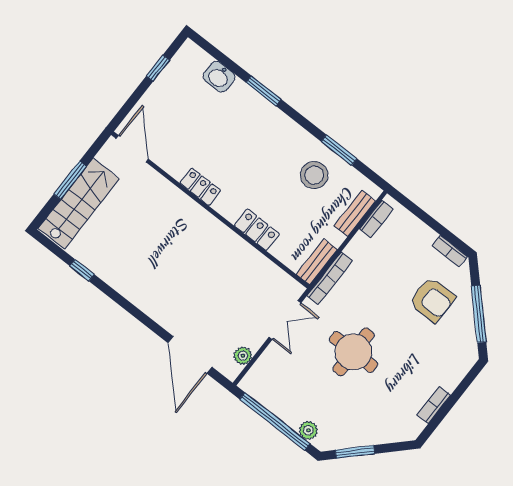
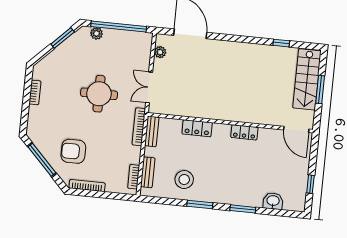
window: (339, 150) -> (200, 205), moved
bookcase: (450, 251) -> (87, 186), width x1.56

